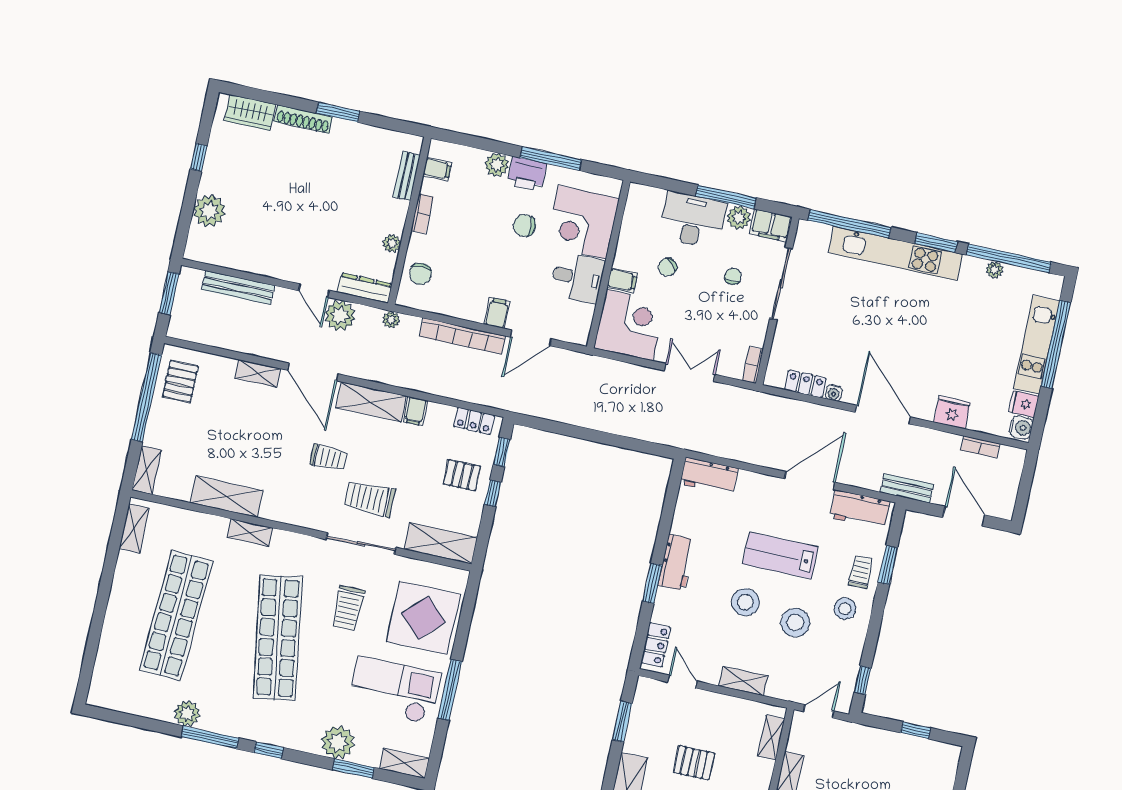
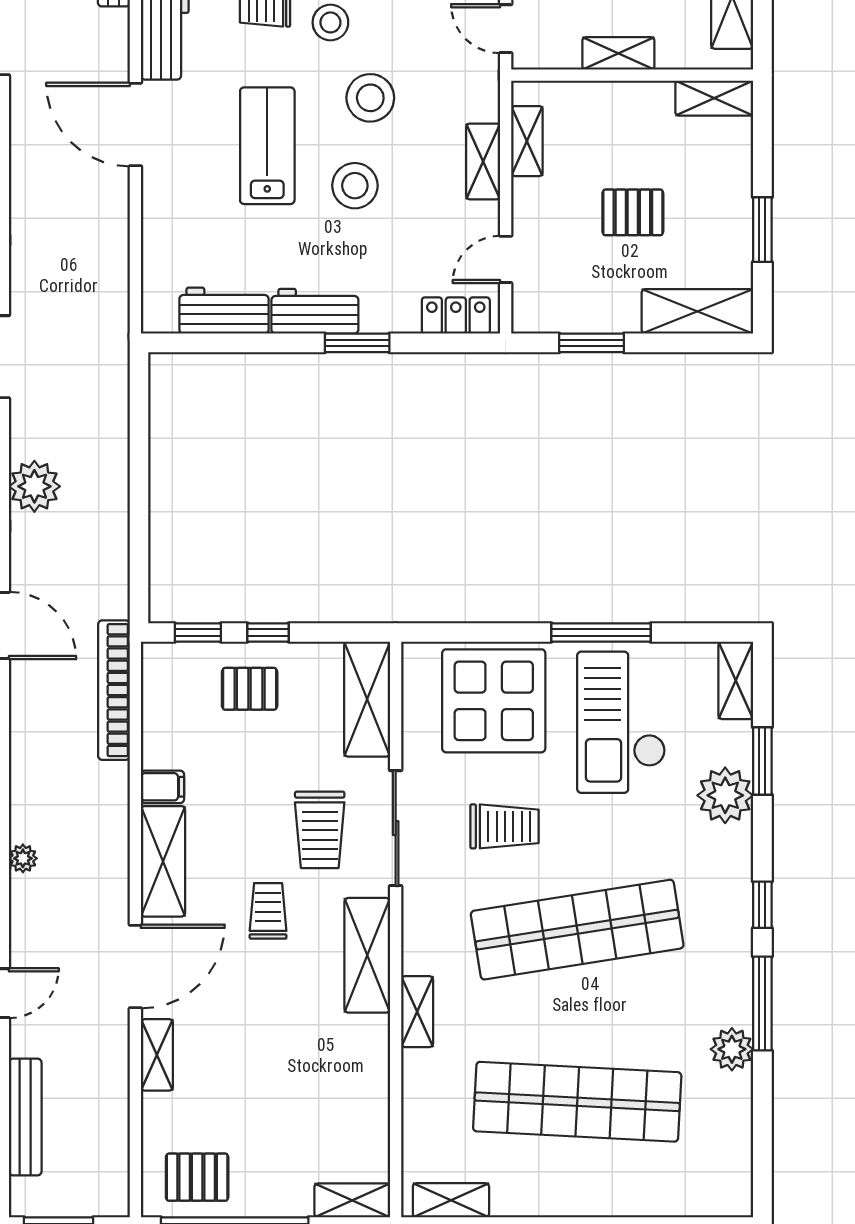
plant: (340, 316) -> (34, 486), moved
bookcase: (462, 336) -> (114, 690), moved, turned 180
locker: (474, 421) -> (157, 689), removed
pallet: (462, 475) -> (250, 689), turned 90
workbench: (709, 476) -> (224, 311), moved, turned -90
shelving: (227, 497) -> (367, 955), moved
lab bench: (780, 556) -> (267, 146), turned 180
shelving: (771, 738) -> (527, 141), moved, turned 90
pallet: (694, 763) -> (633, 212), turned 90

